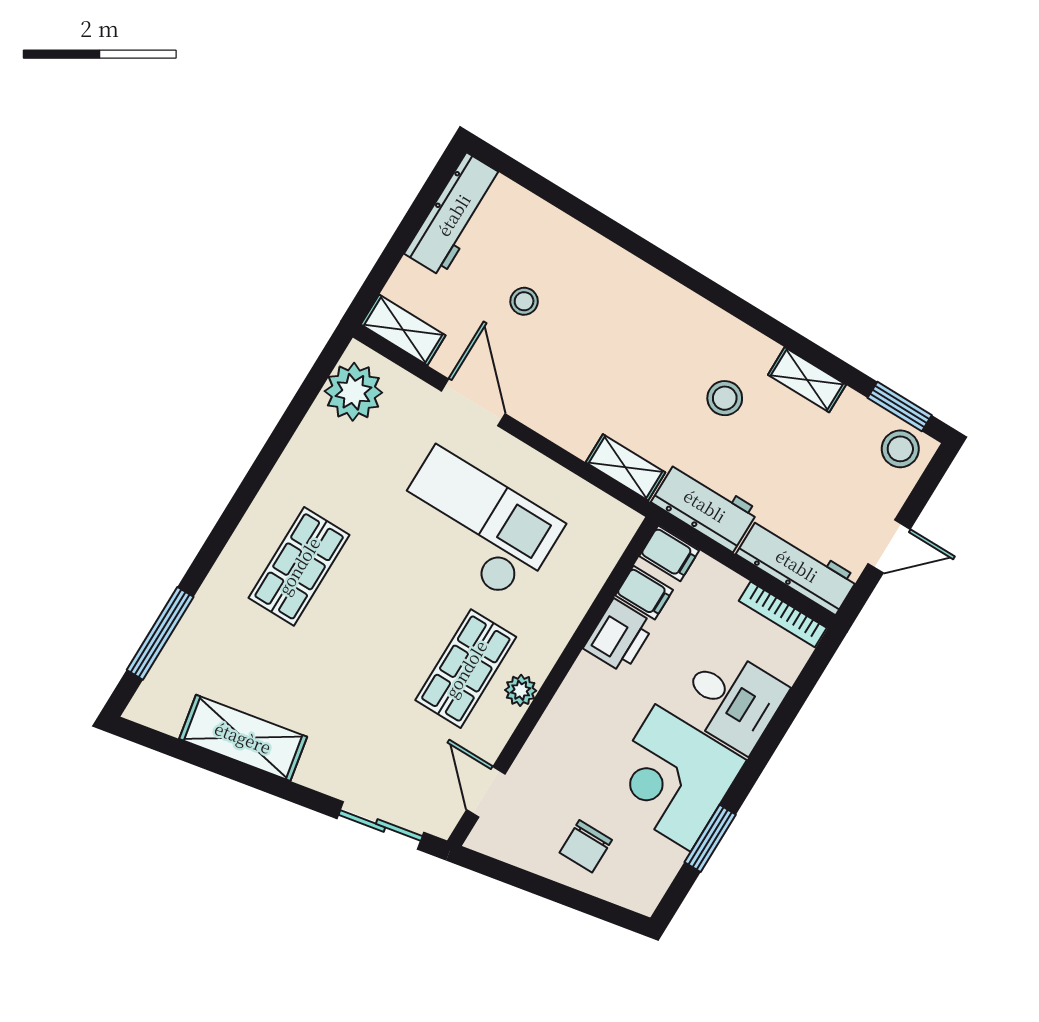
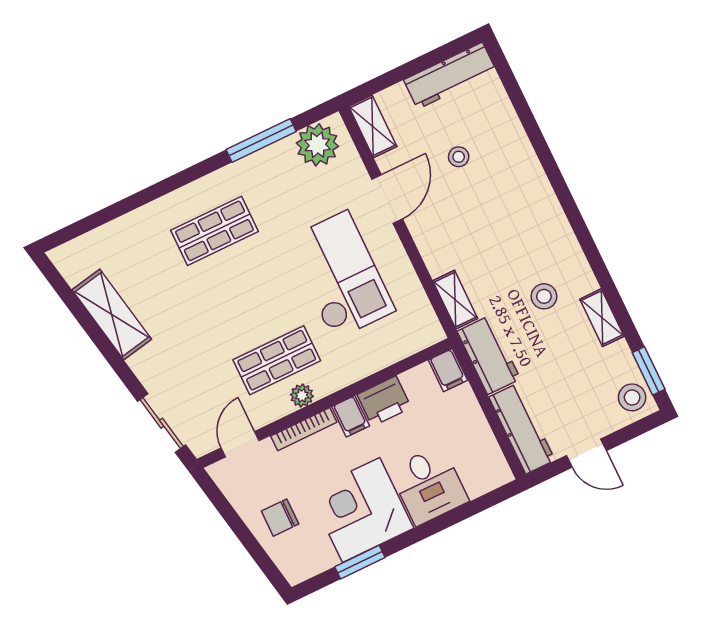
filing cabinet: (644, 593) -> (351, 416), moved
bookcase: (783, 614) -> (304, 429), moved, turned -90
window: (160, 633) -> (261, 140), moved

